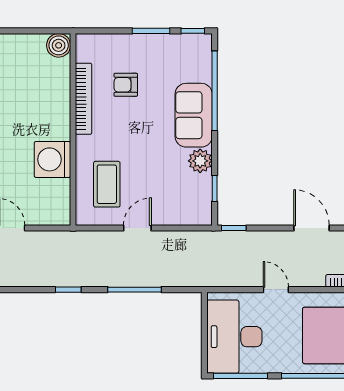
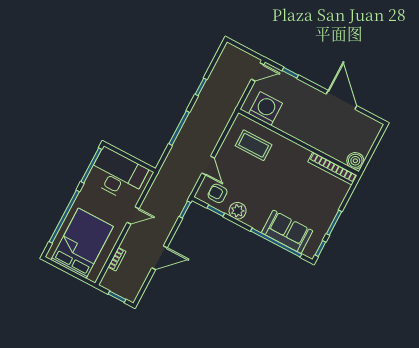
armchair: (126, 85) -> (218, 193), moved, turned -90
bookcase: (84, 99) -> (332, 168), moved
sofa: (194, 115) -> (287, 232), moved
washing machine: (52, 159) -> (266, 109), moved
door: (137, 228) -> (208, 166), moved

